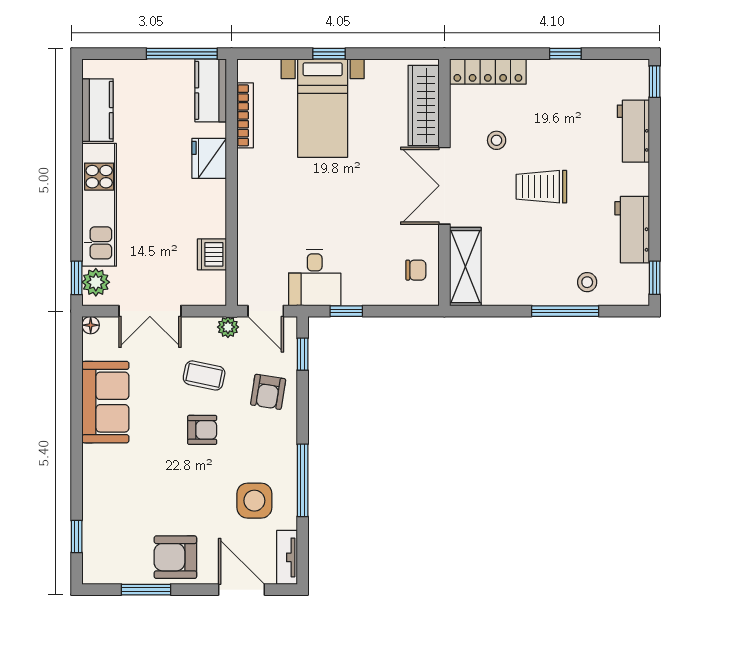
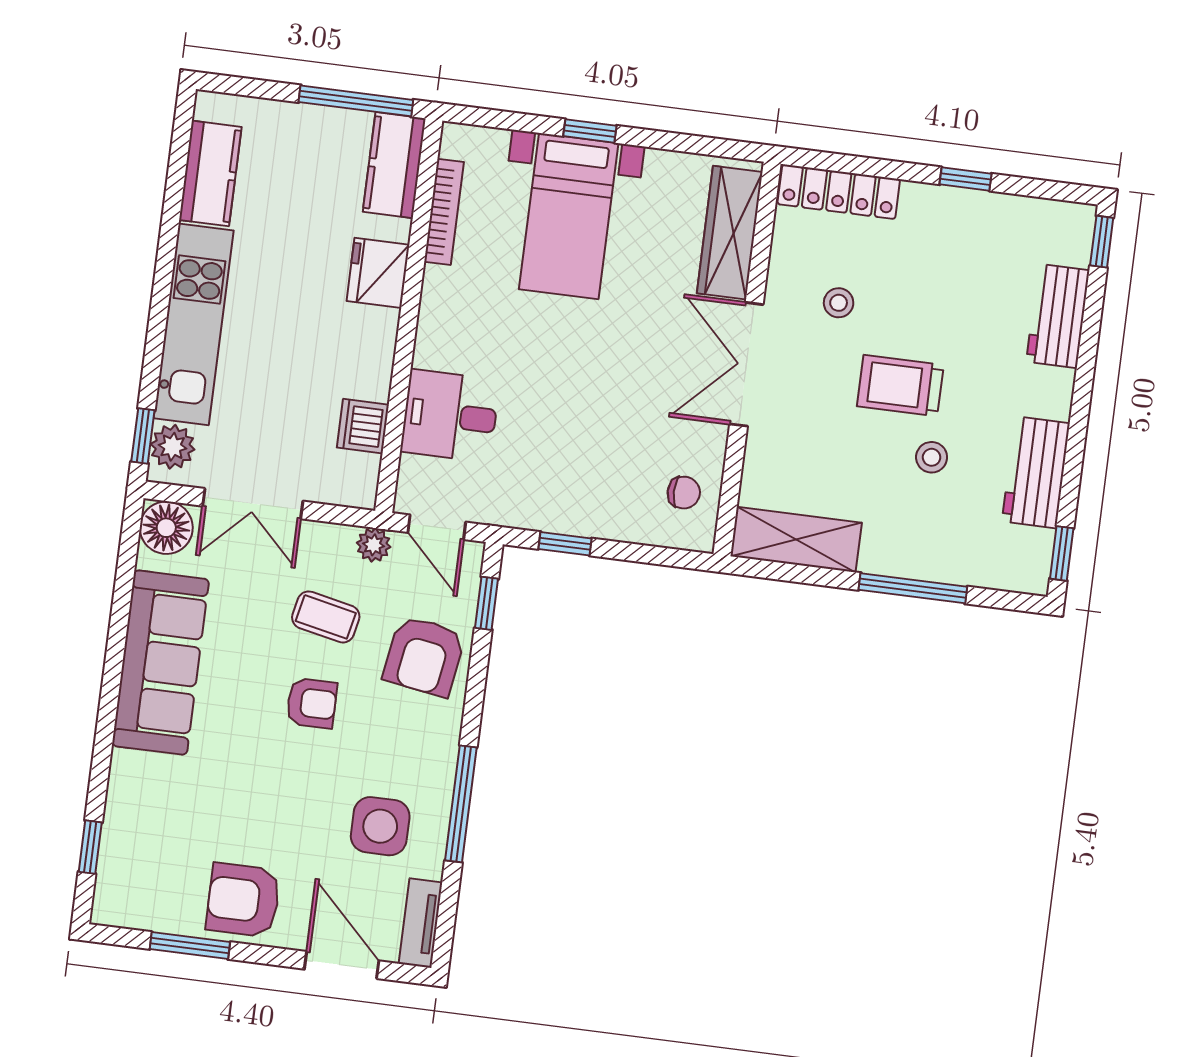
shelving: (465, 267) -> (796, 539), moved, turned 90
desk: (315, 278) -> (450, 416), moved, turned 90
stool: (587, 282) -> (932, 457), moved
floor lamp: (91, 325) -> (166, 528), width x1.89, depth x1.89
armchair: (268, 392) -> (424, 656), width x1.38, depth x1.38
sofa: (105, 402) -> (160, 663), width x1.36

